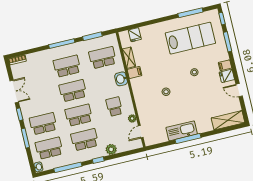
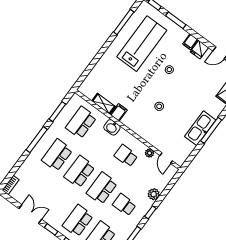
fridge: (135, 35) -> (92, 80), removed
school desk: (85, 140) -> (124, 205), width x0.54

